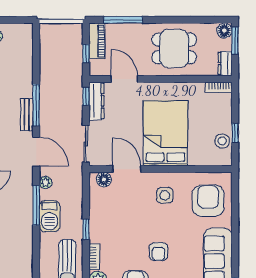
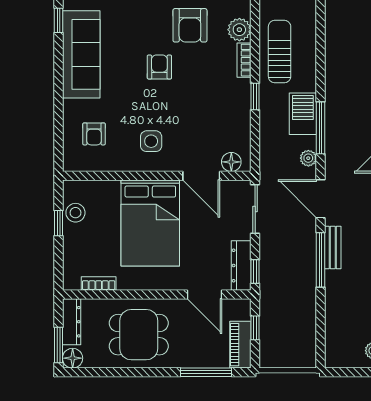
dresser: (225, 64) -> (72, 322), width x1.44
bookcase: (219, 87) -> (99, 283), moved
armchair: (208, 201) -> (94, 134), width x0.53, depth x0.53

